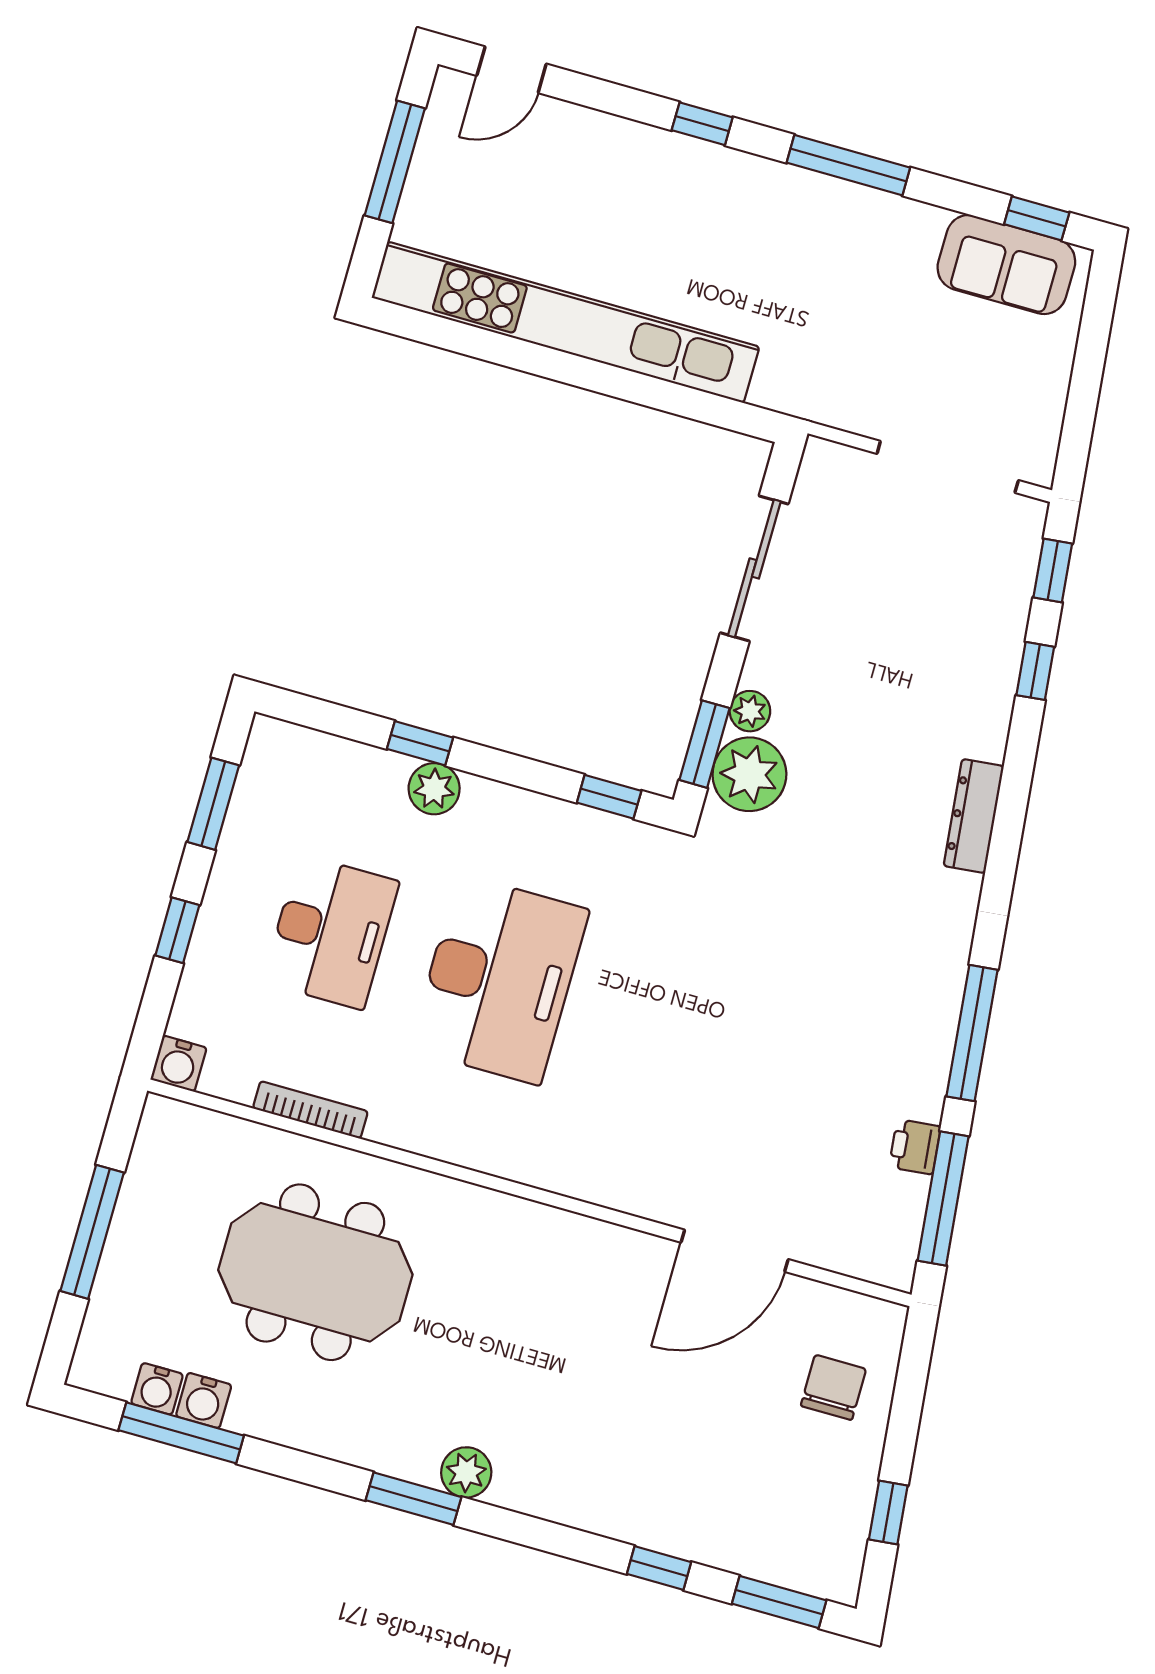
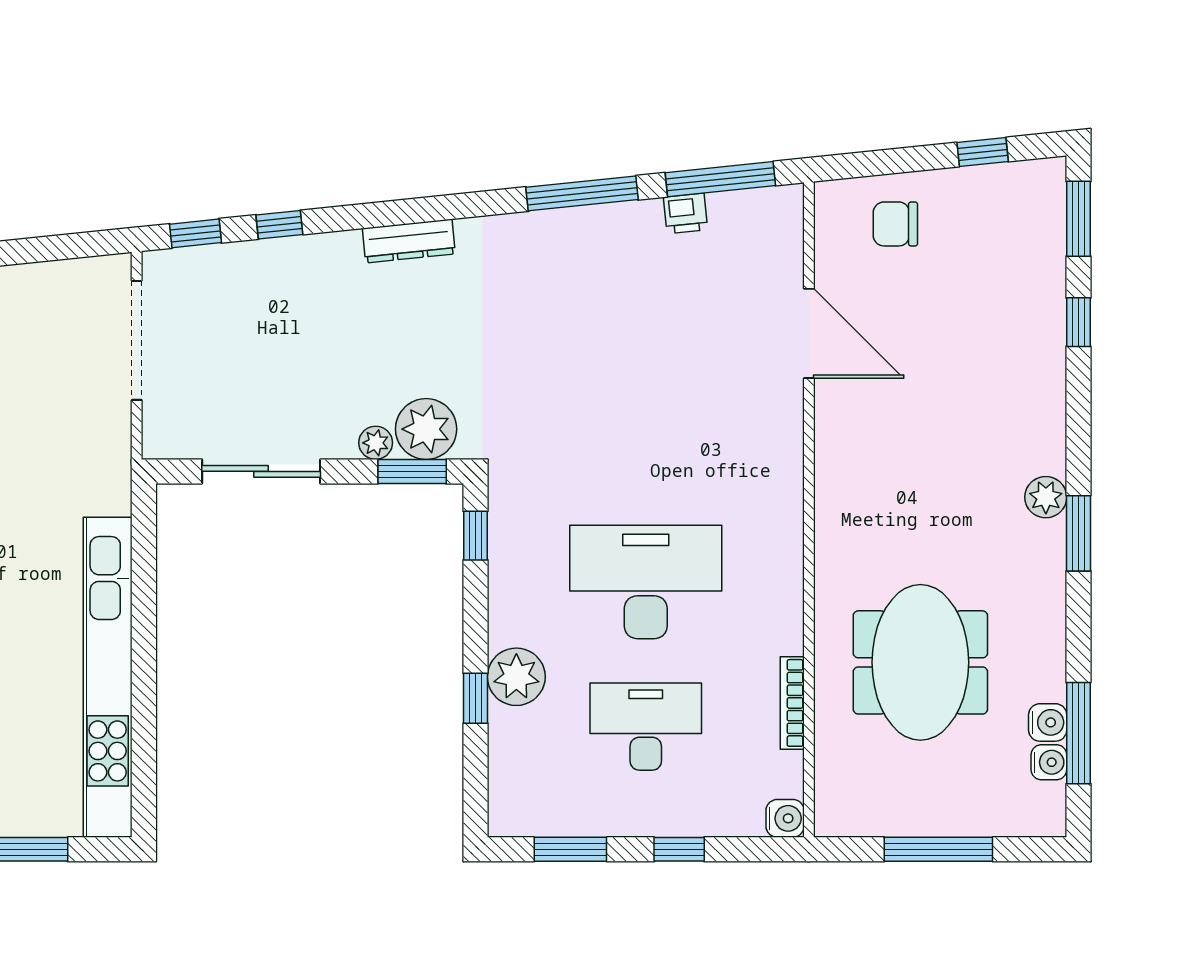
plant: (434, 789) -> (516, 677), width x1.36, depth x1.36

